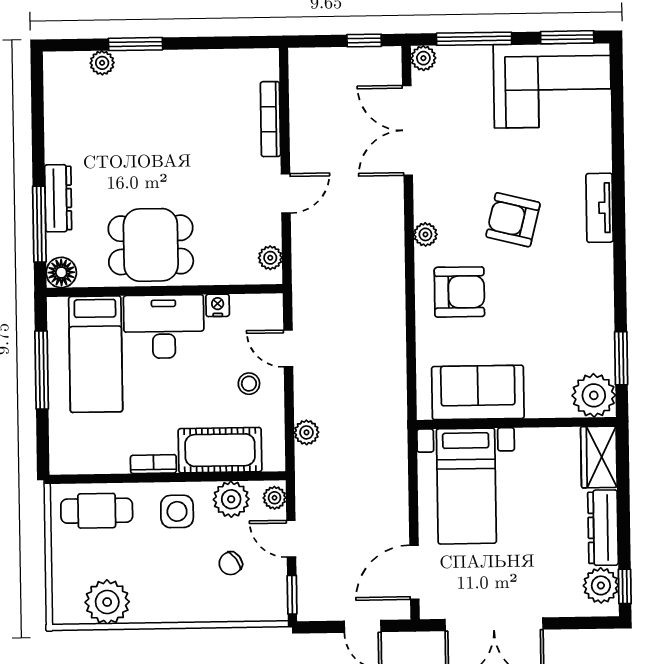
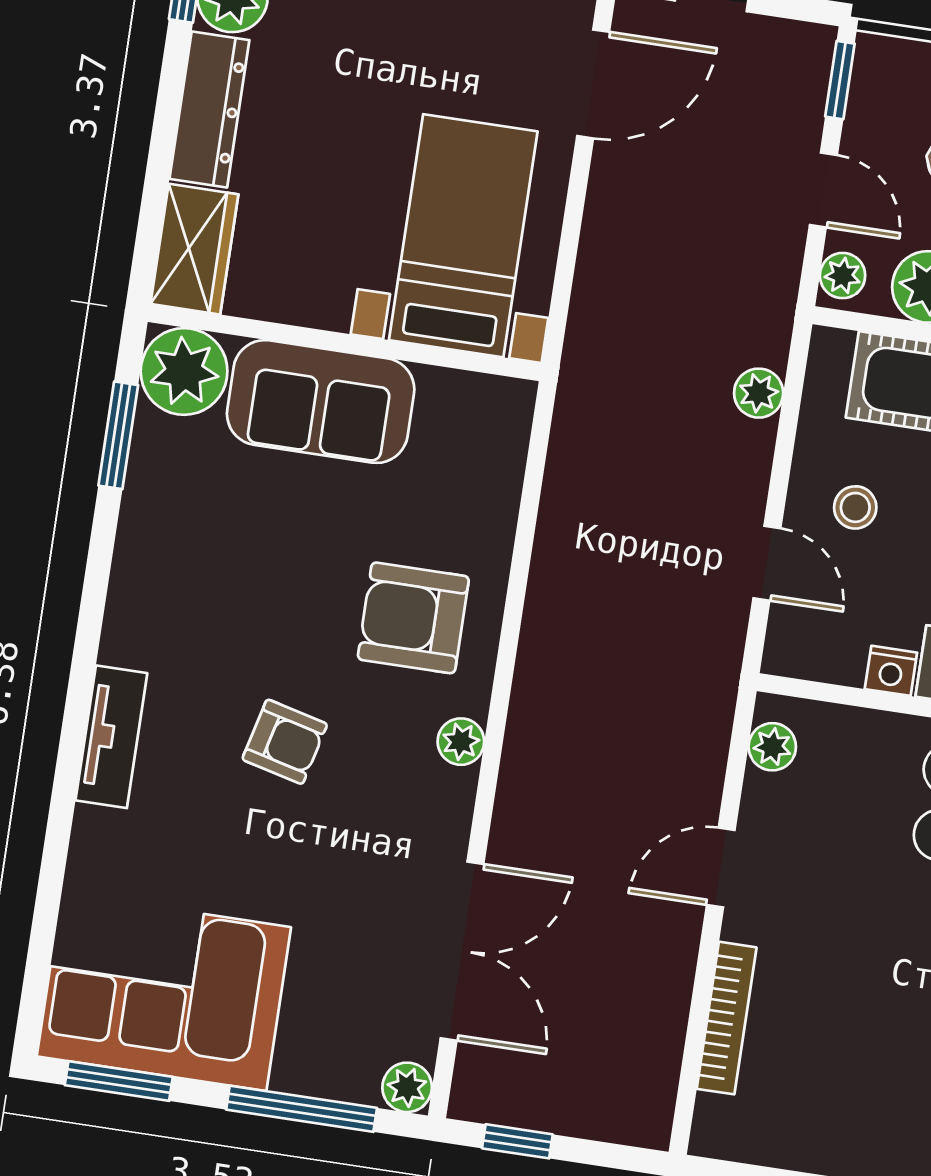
armchair: (513, 220) -> (285, 742), width x0.72, depth x0.72
sofa: (478, 392) -> (321, 402), moved

